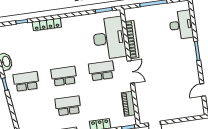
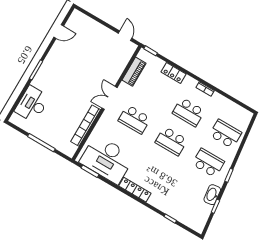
locker: (47, 24) -> (135, 190), moved
desk: (109, 38) -> (107, 159), moved, turned -90
school desk: (26, 81) -> (208, 163), turned 180
school desk: (30, 111) -> (225, 134), added

